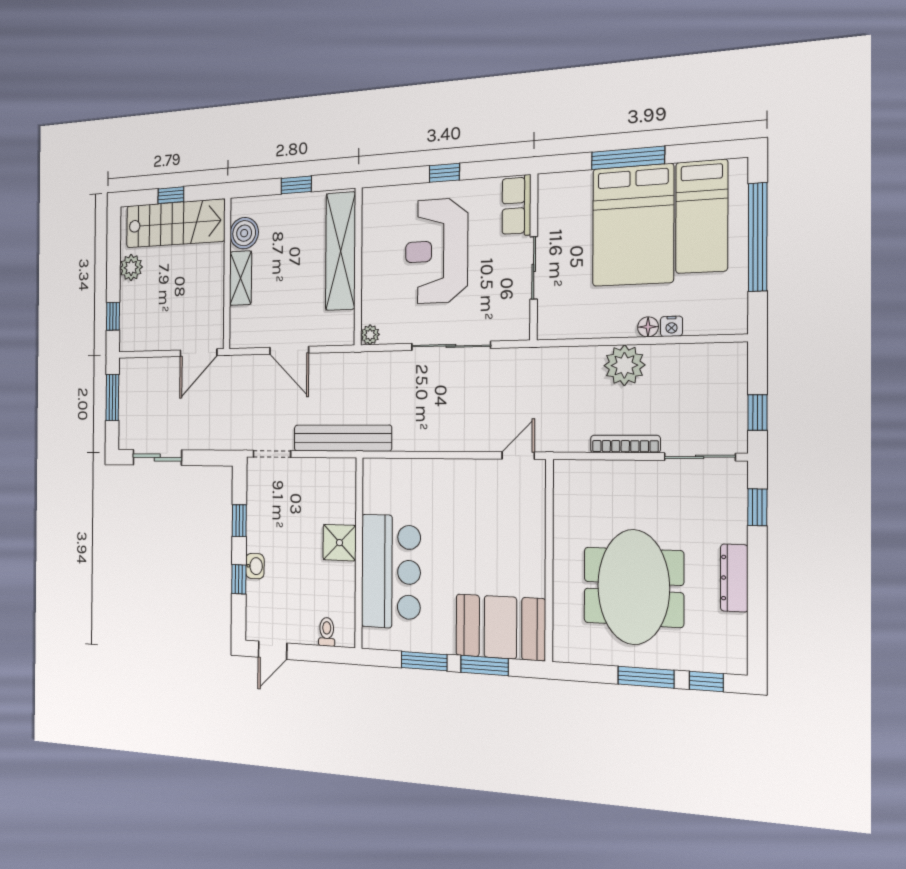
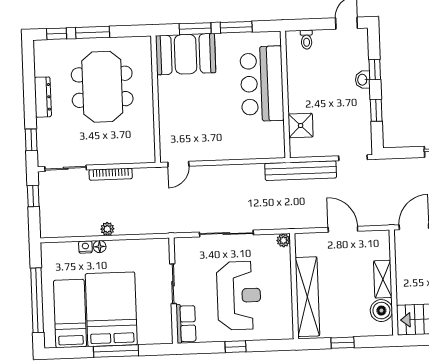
plant: (624, 365) -> (107, 229), width x0.53, depth x0.53
shower: (340, 543) -> (301, 125), moved

